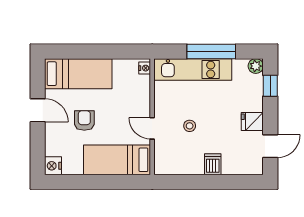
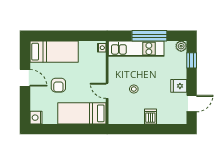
armchair: (84, 120) -> (58, 85), turned 180

